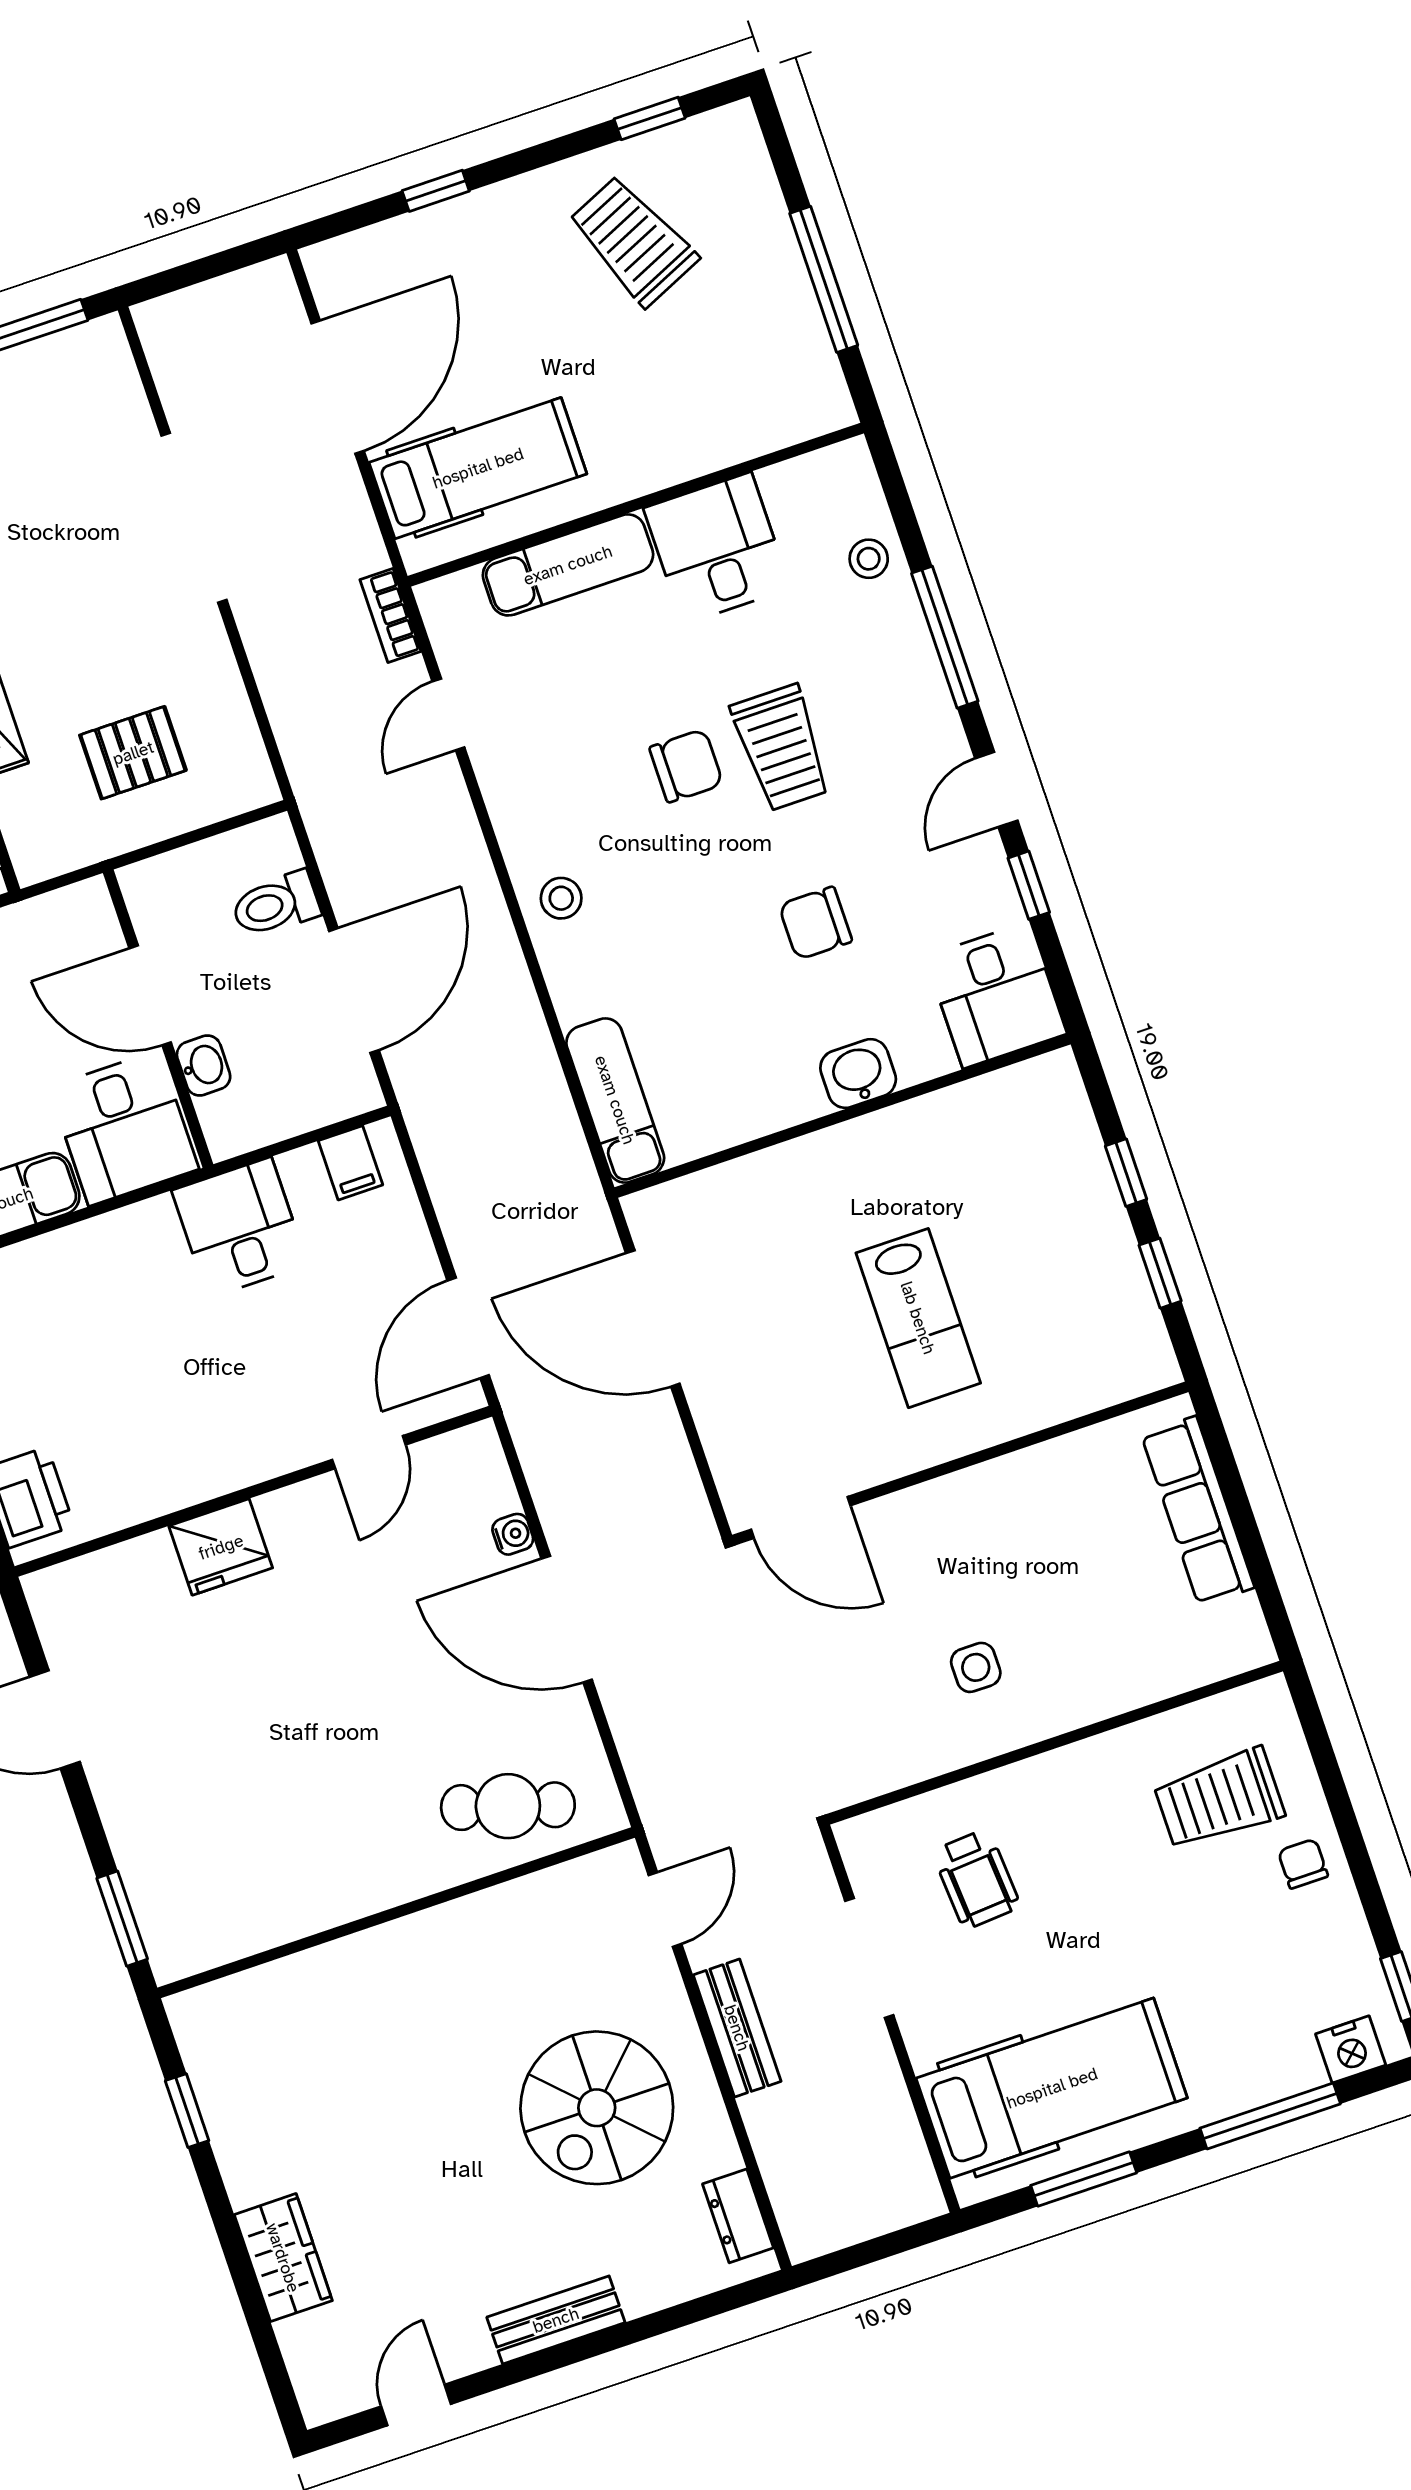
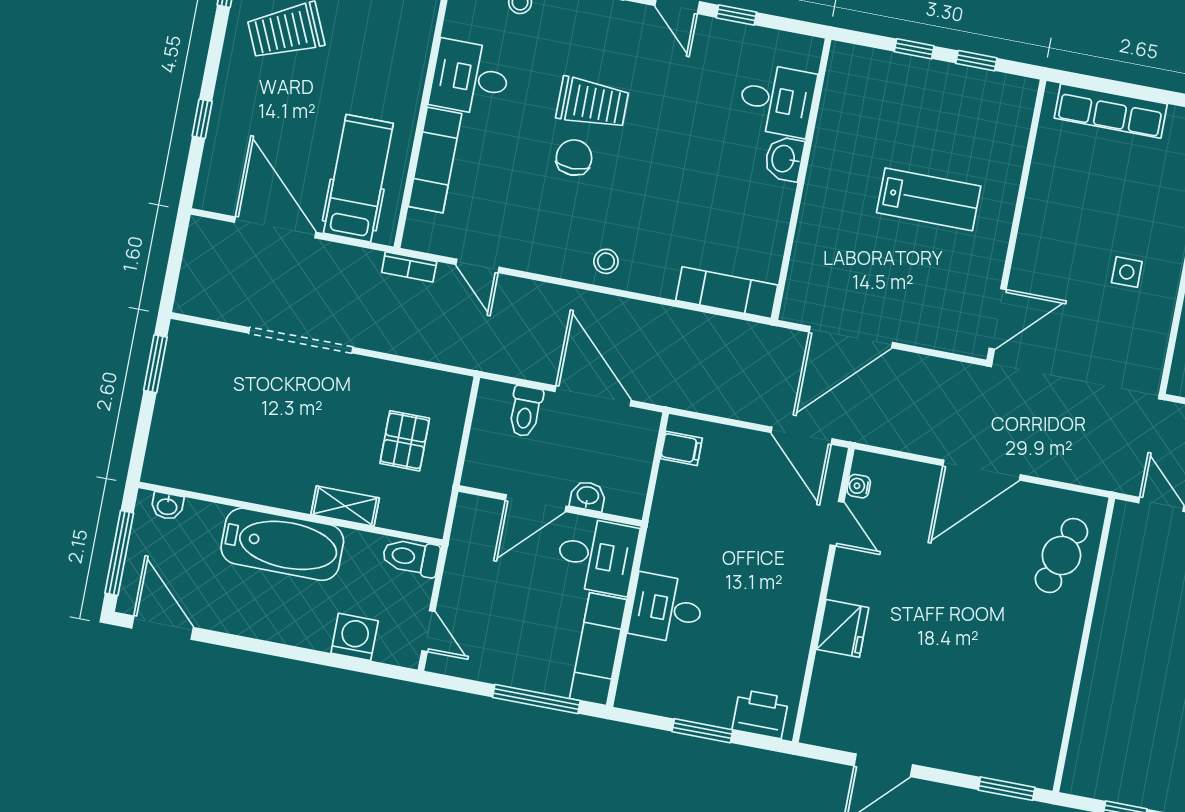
chair: (815, 923) -> (694, 137), removed
desk: (996, 995) -> (777, 100), moved
desk: (240, 1228) -> (666, 609), moved
water cooler: (513, 1534) -> (859, 486), moved, turned -90

